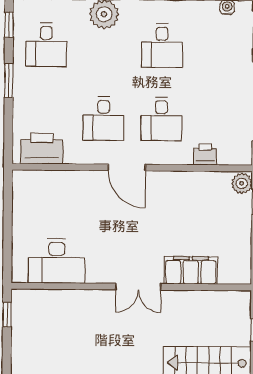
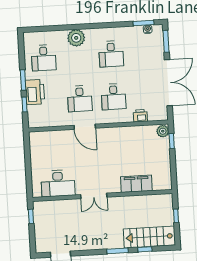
window: (9, 25) -> (25, 105), moved
printer: (42, 149) -> (35, 92), moved, turned 90
door: (127, 167) -> (85, 127), moved
double door: (138, 287) -> (94, 196), moved

